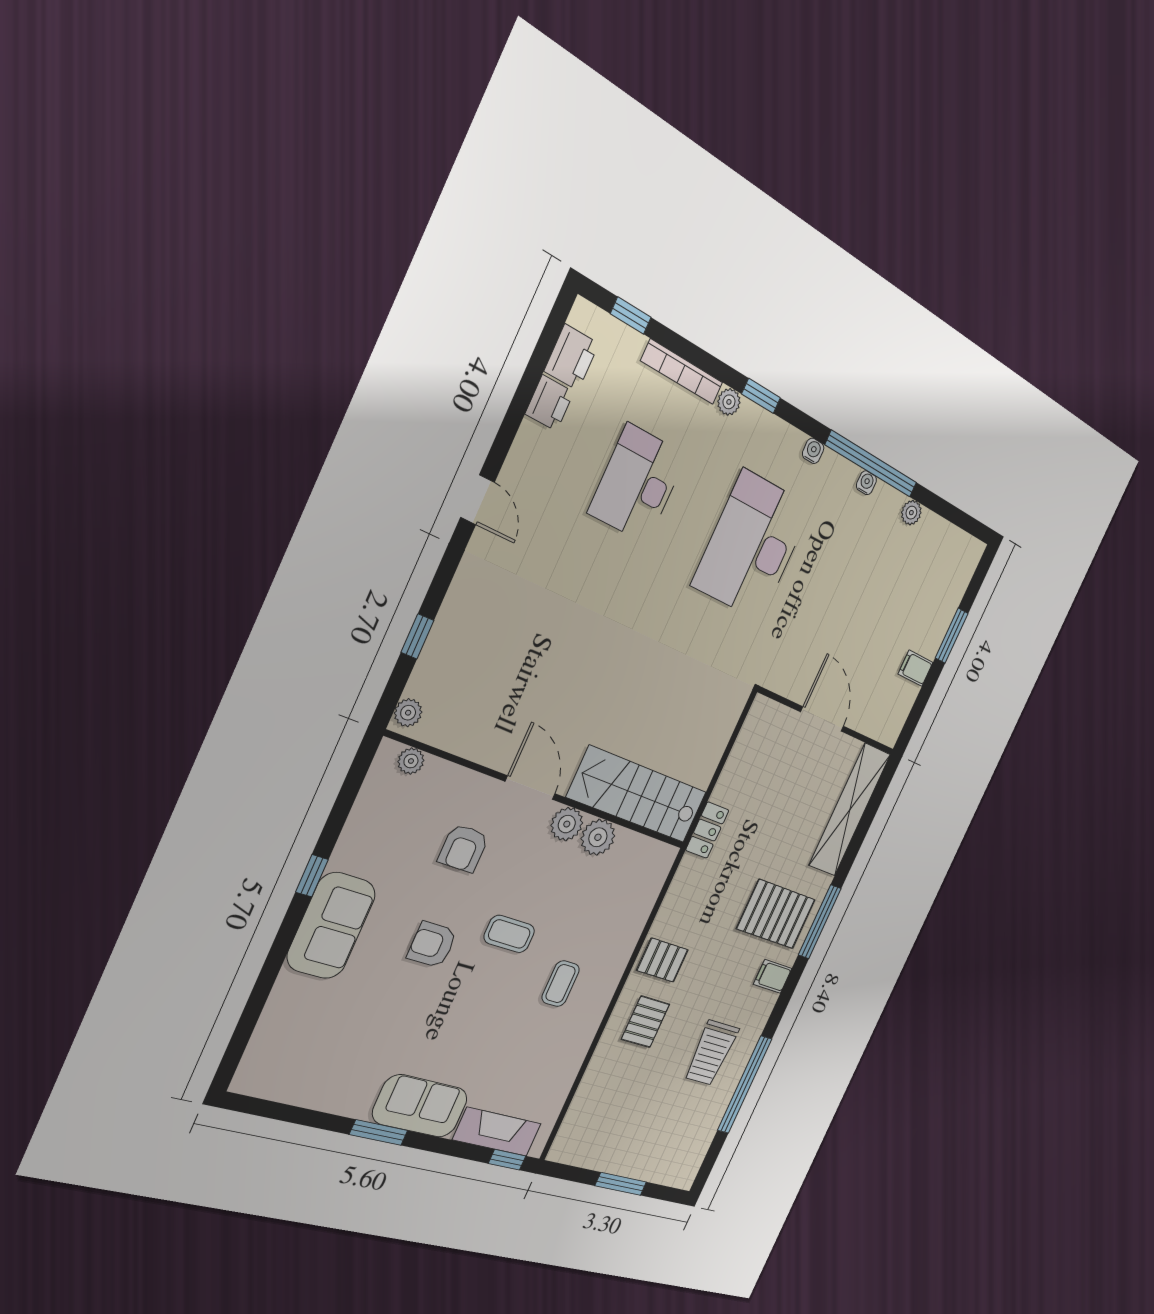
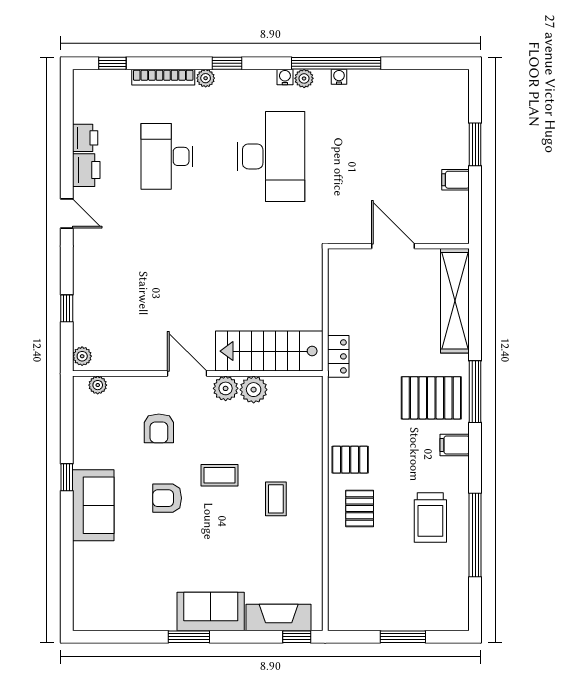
printer: (571, 357) -> (86, 170), moved
plant: (911, 513) -> (304, 78), moved
desk: (752, 546) -> (271, 156), turned 180

